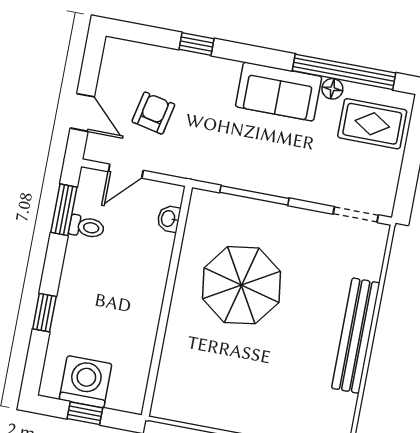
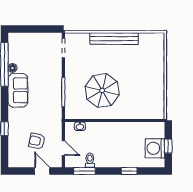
door: (82, 112) -> (42, 171), hinge flipped
rug: (372, 124) -> (24, 48), removed

